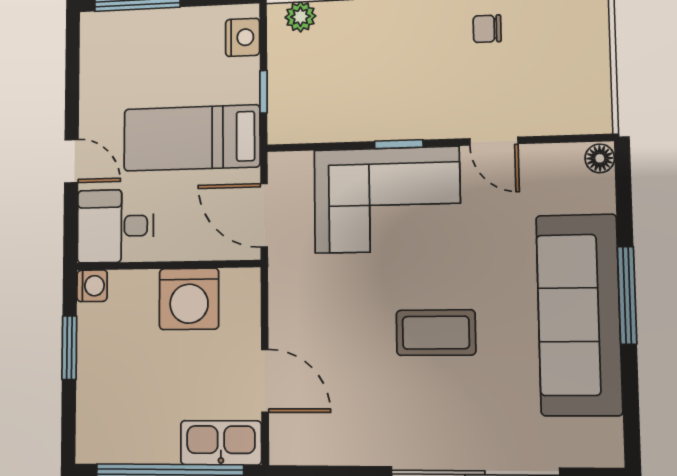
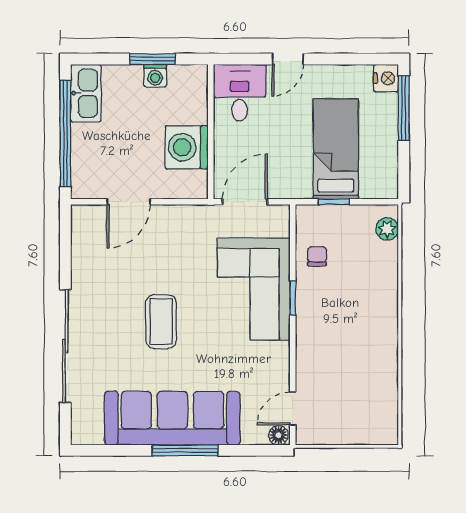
chair: (487, 29) -> (317, 256), moved
nightstand: (243, 37) -> (386, 78), moved, turned -90
bed: (192, 138) -> (336, 149), moved
door: (494, 141) -> (293, 409), moved
washing machine: (92, 286) -> (155, 76), moved
kitchen sink: (221, 443) -> (86, 93), moved

